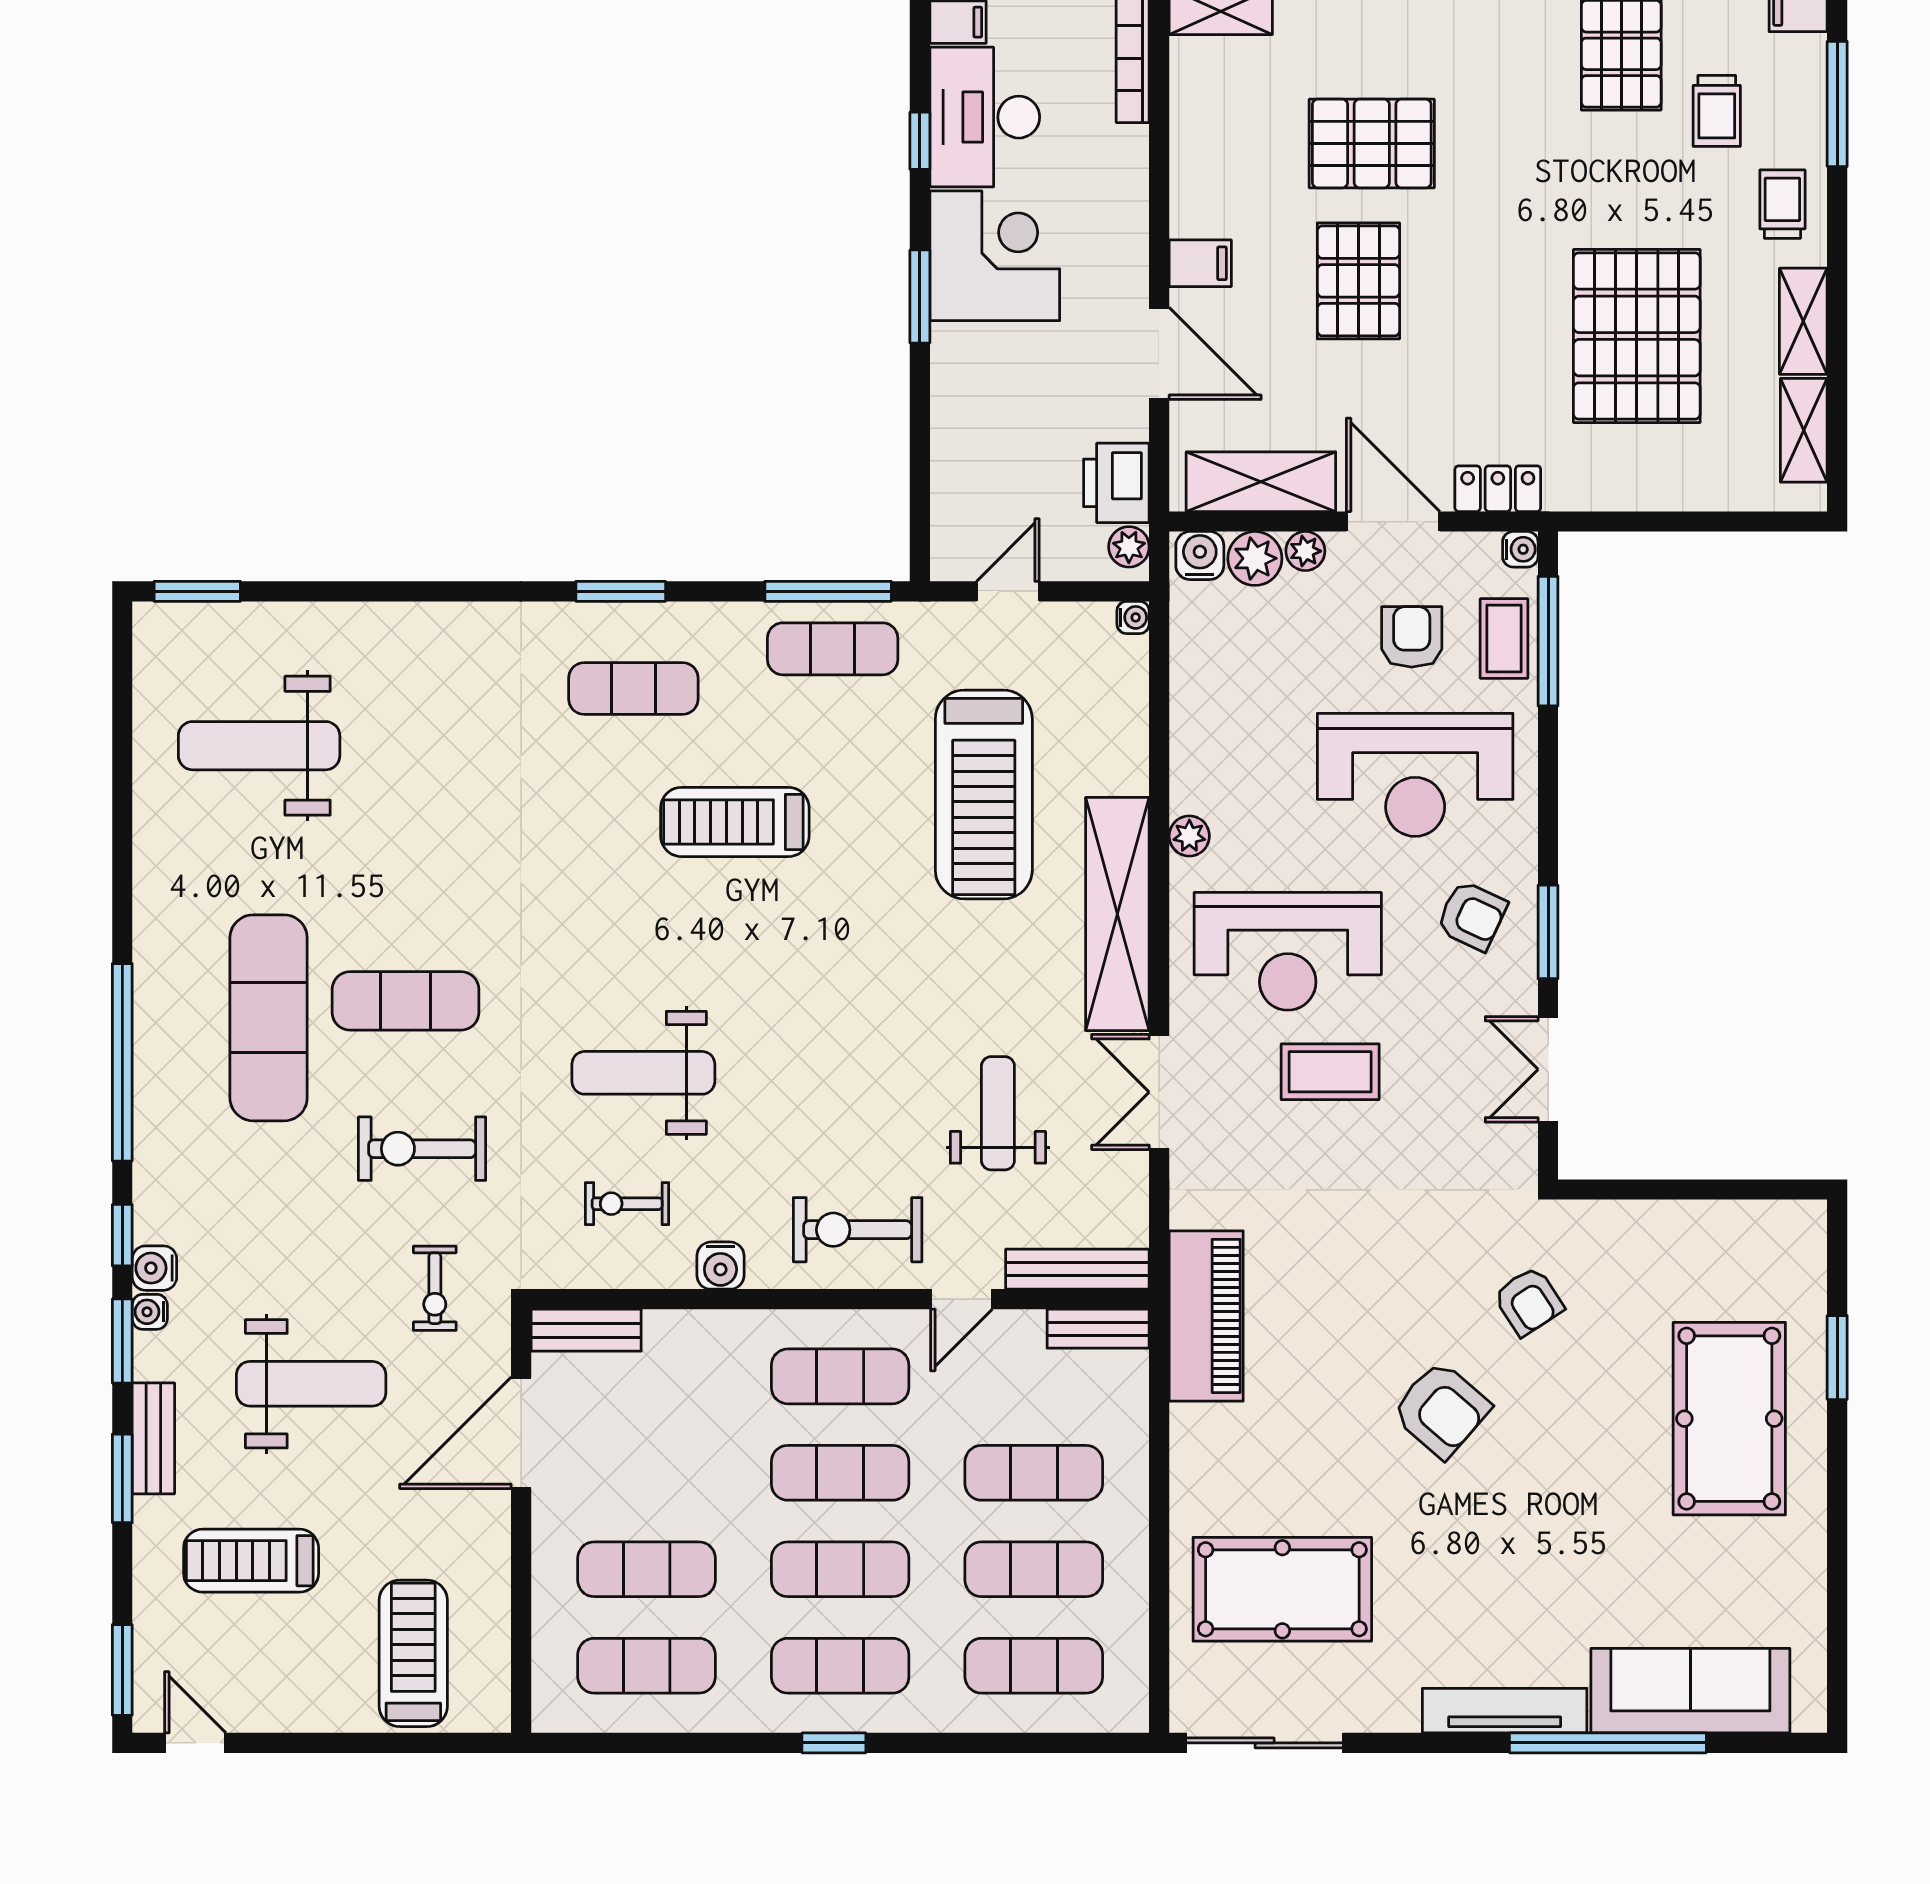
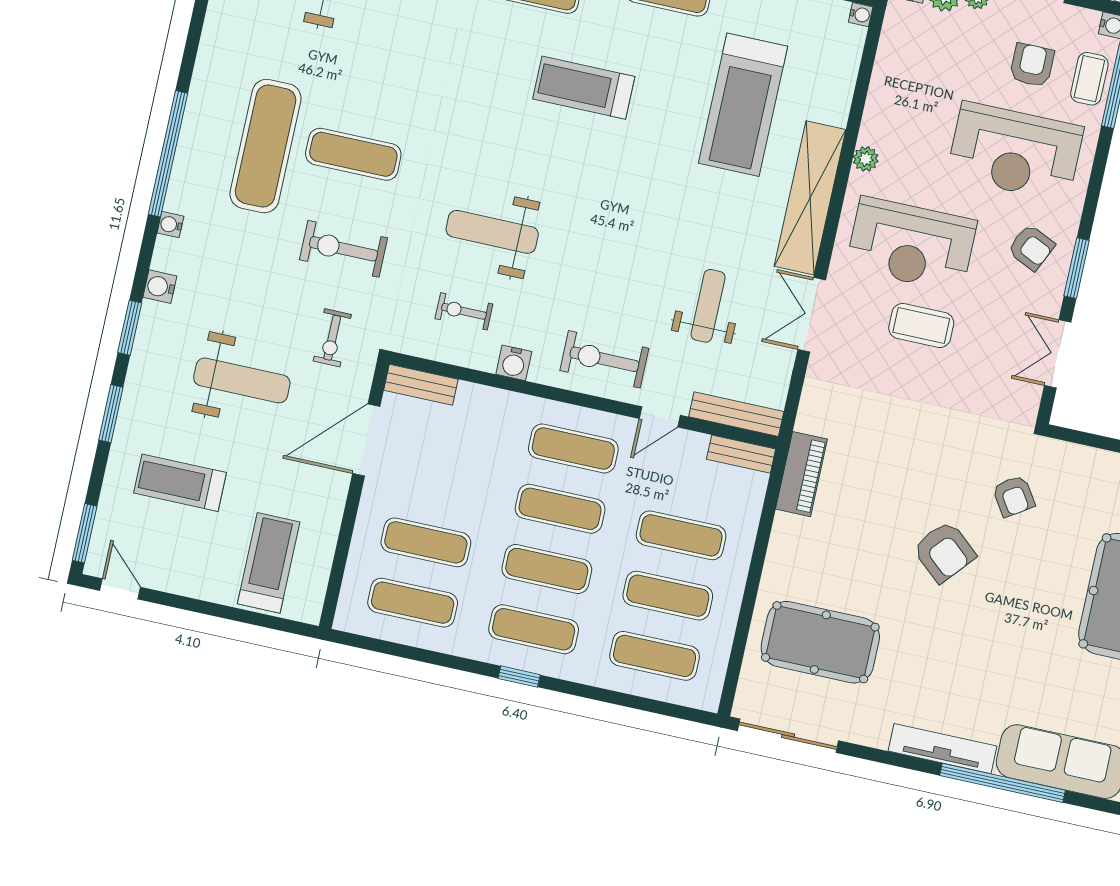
window: (122, 1235) -> (144, 262), removed
water cooler: (150, 1312) -> (170, 225), moved
piano: (1206, 1316) -> (801, 474), width x0.73, depth x0.75
bench: (153, 1438) -> (136, 393), removed

